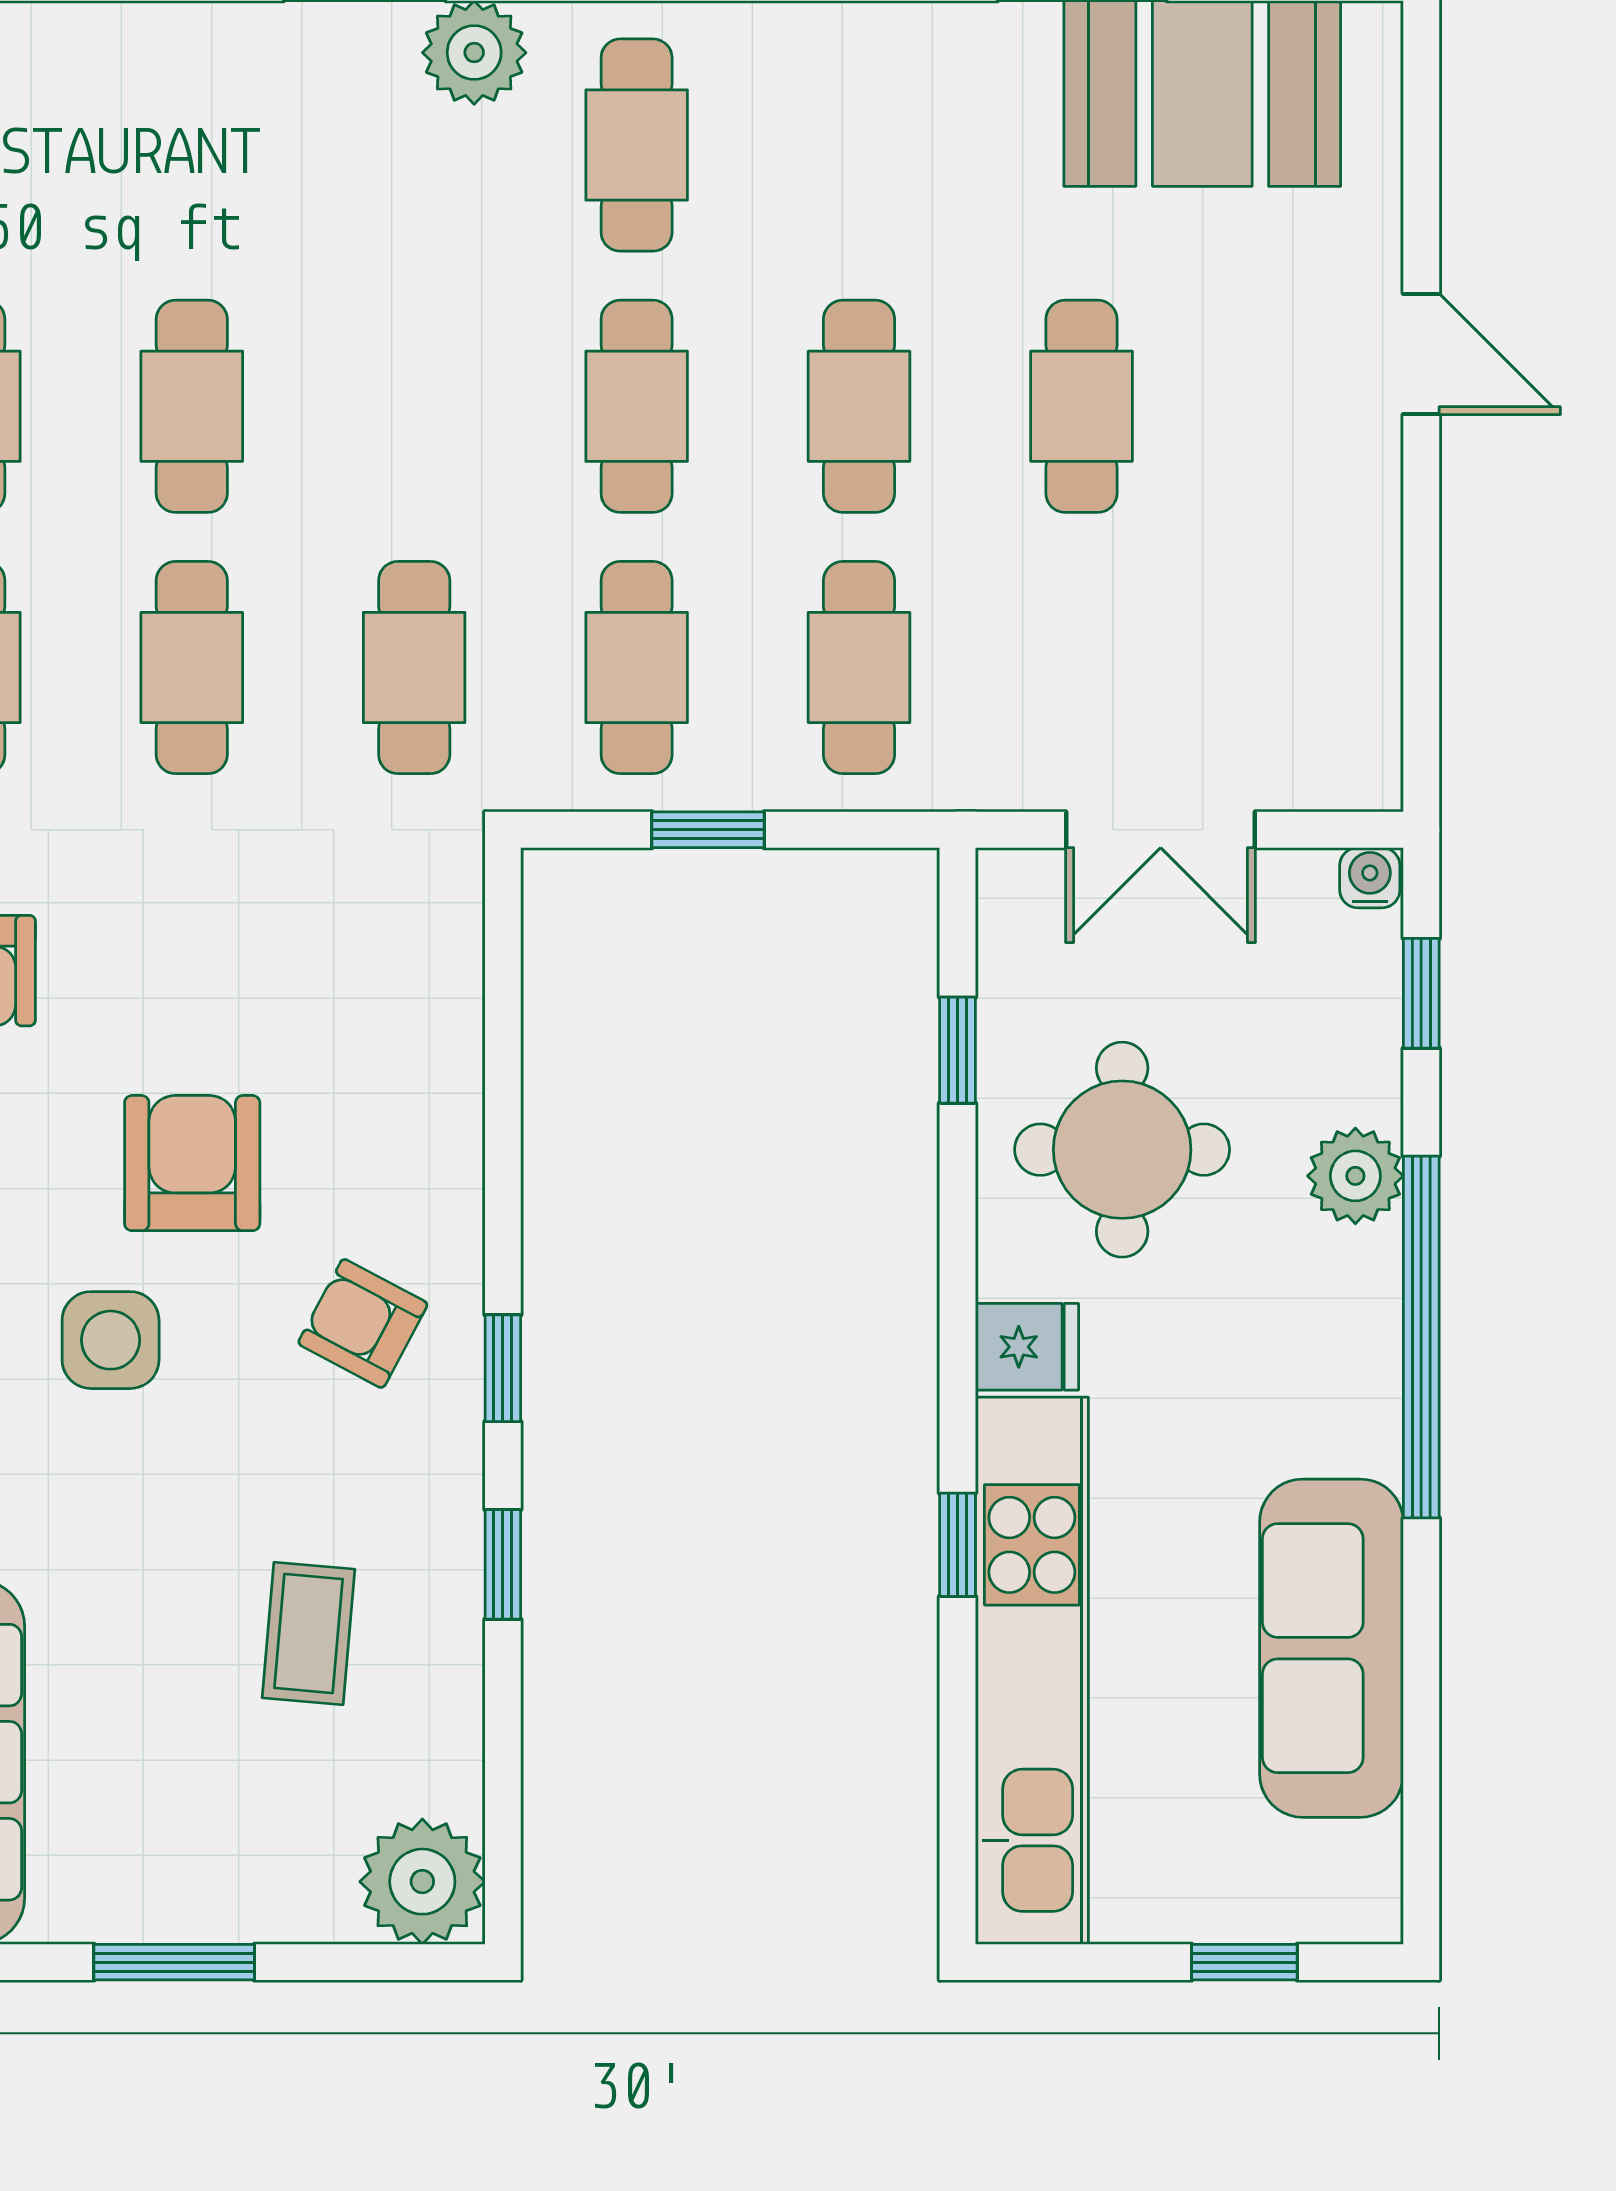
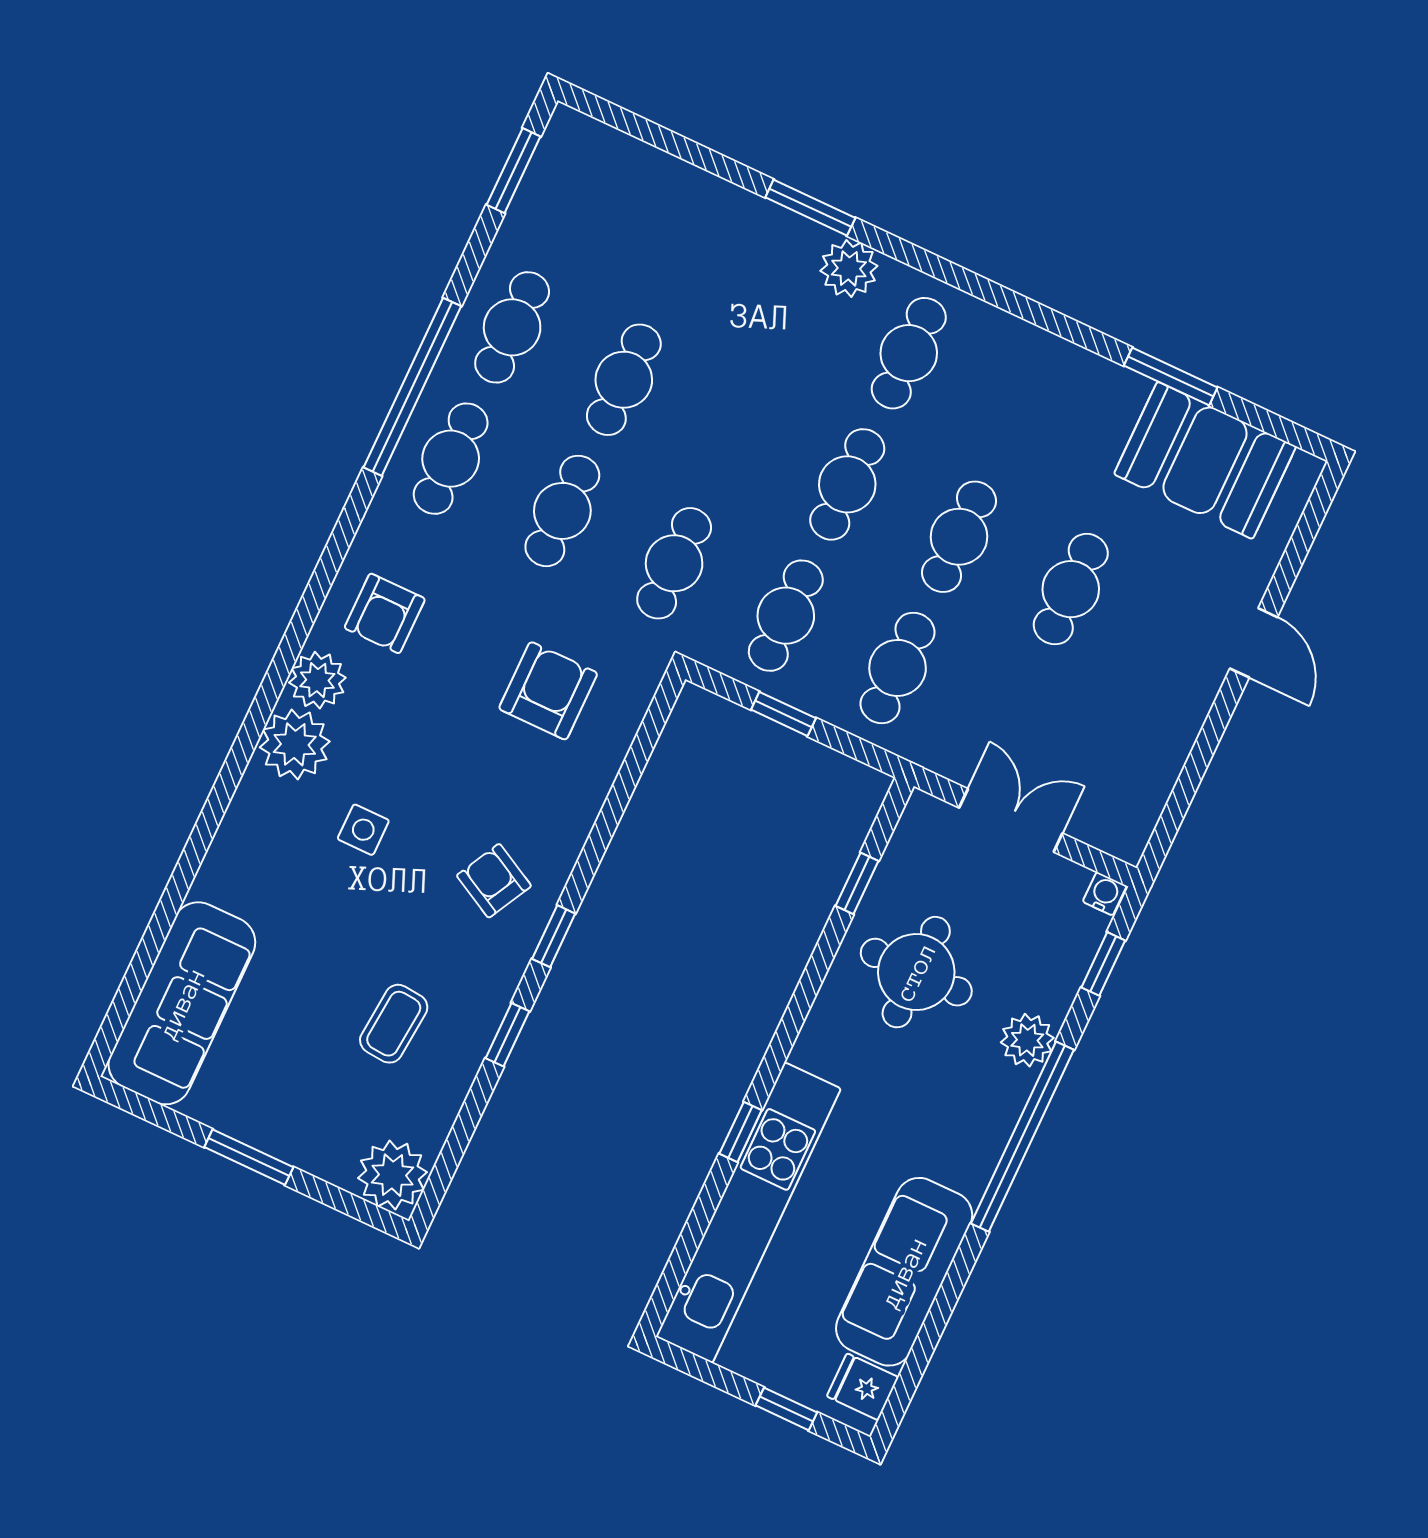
double door: (1161, 830) -> (1011, 820), swing flipped
armchair: (192, 1163) -> (548, 691), moved
side table: (111, 1340) -> (363, 830), width x0.73, depth x0.73
fridge: (1027, 1347) -> (863, 1387), moved, turned 180

